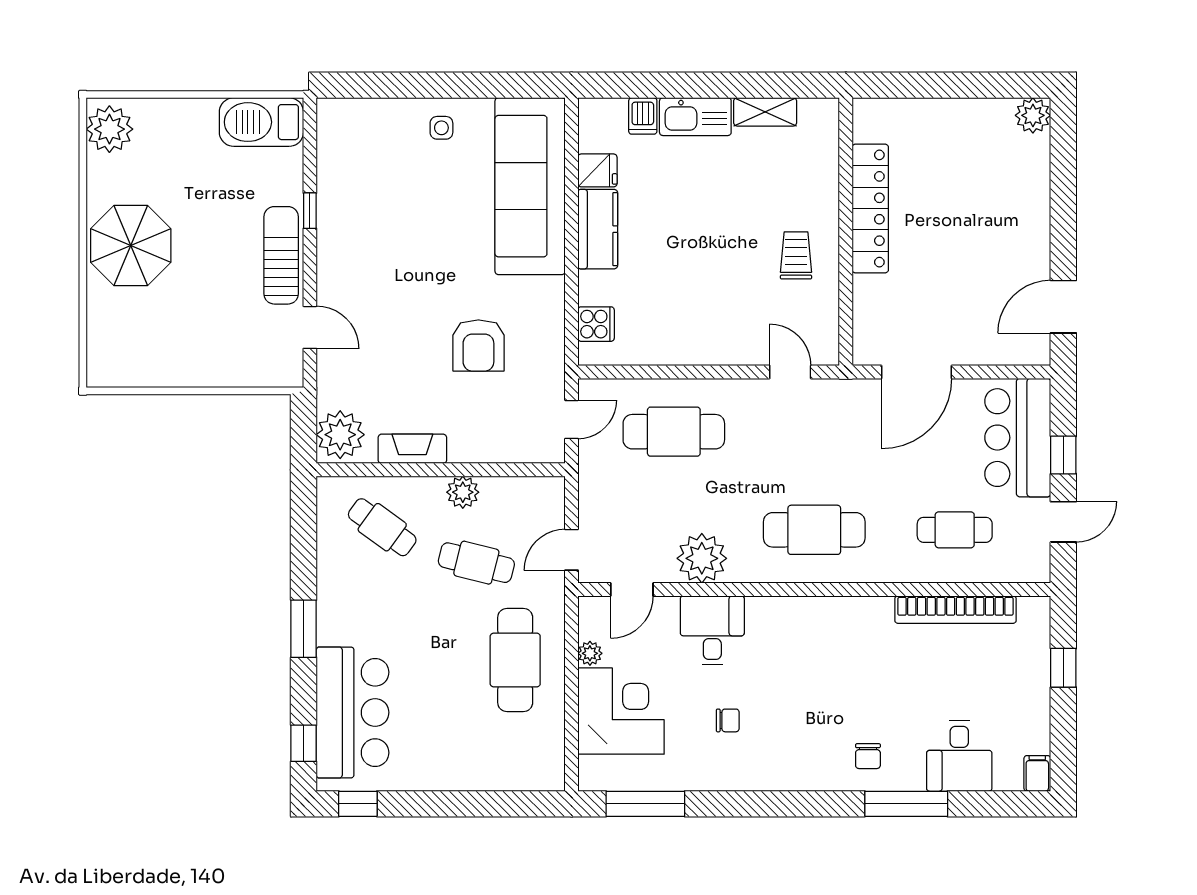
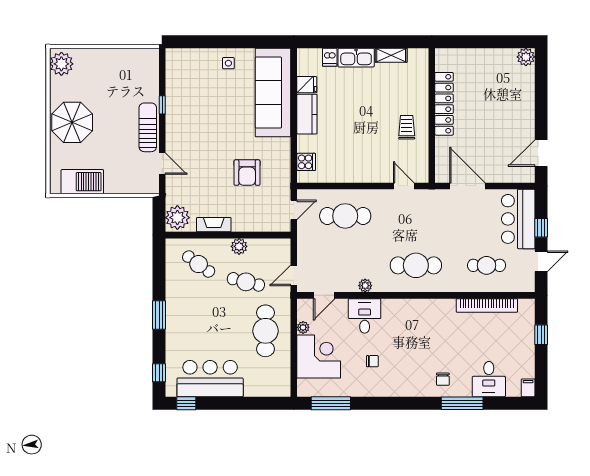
barbecue: (261, 122) -> (82, 182), moved, turned 180
door: (917, 372) -> (467, 186), swing flipped
plant: (702, 558) -> (365, 286), width x0.53, depth x0.53
bar counter: (353, 712) -> (210, 379), moved, turned -90

